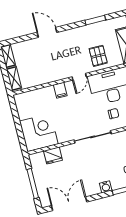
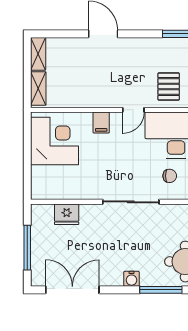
corner desk: (39, 133) -> (55, 141), moved

